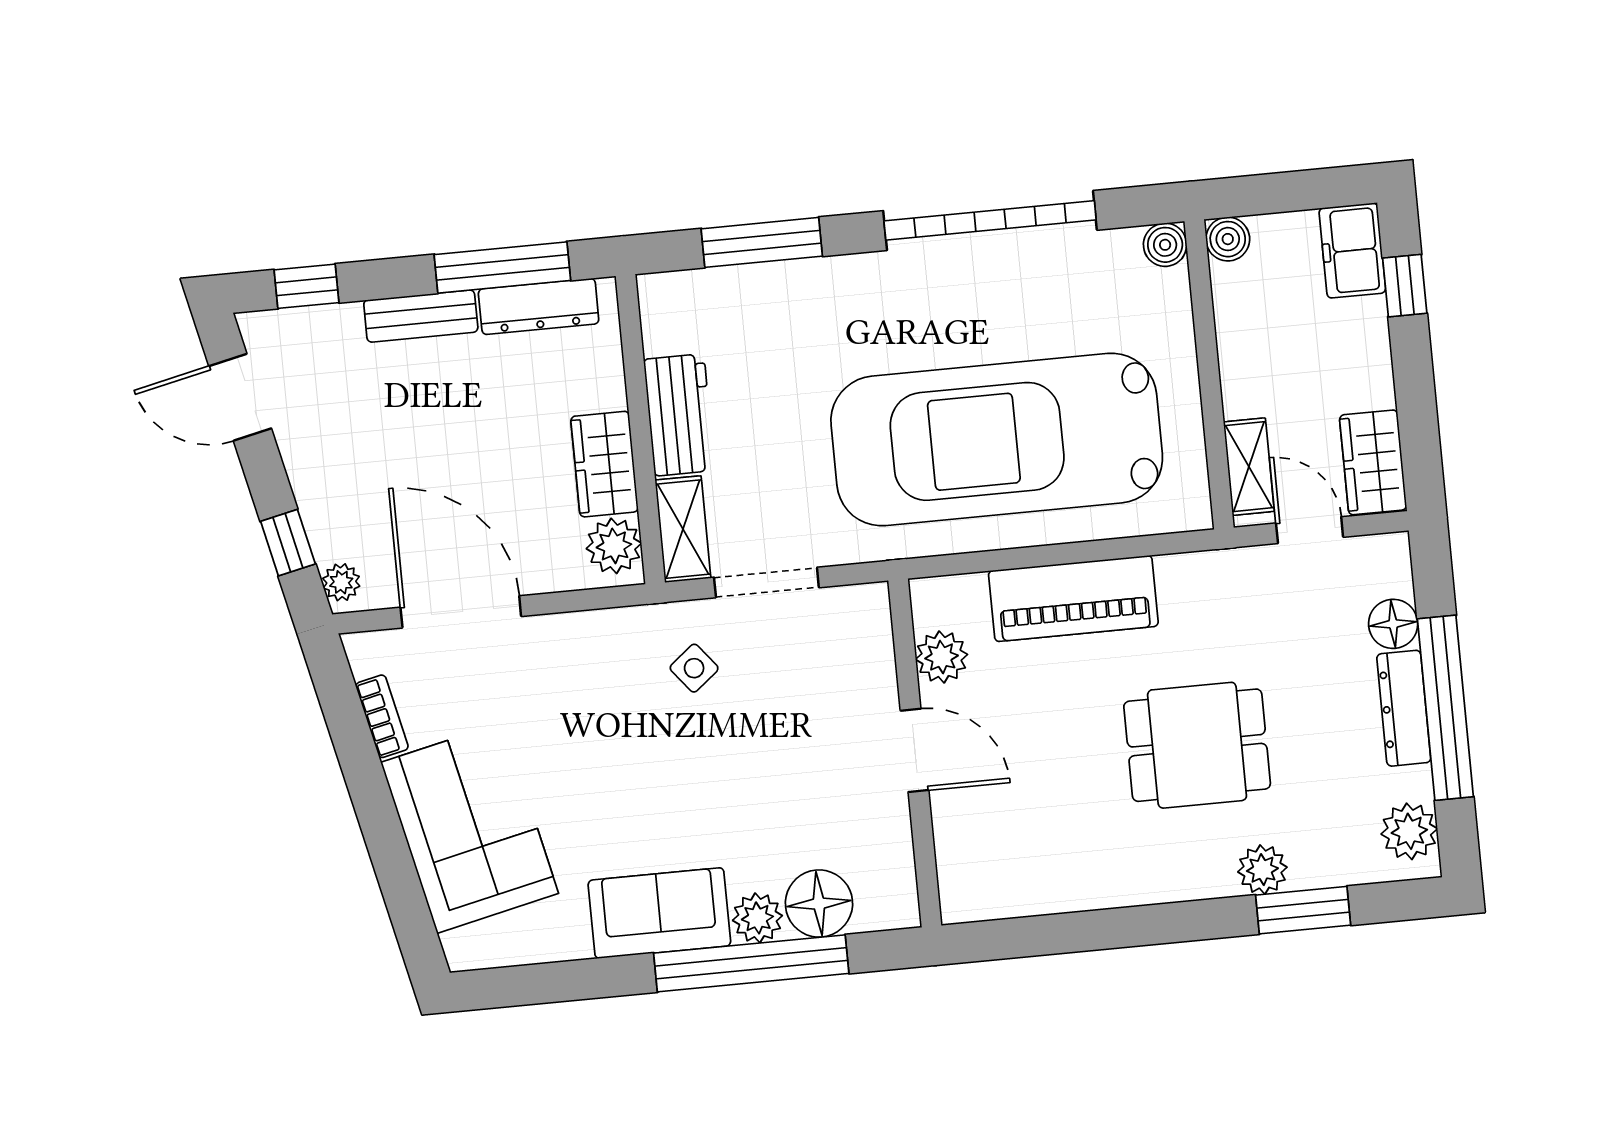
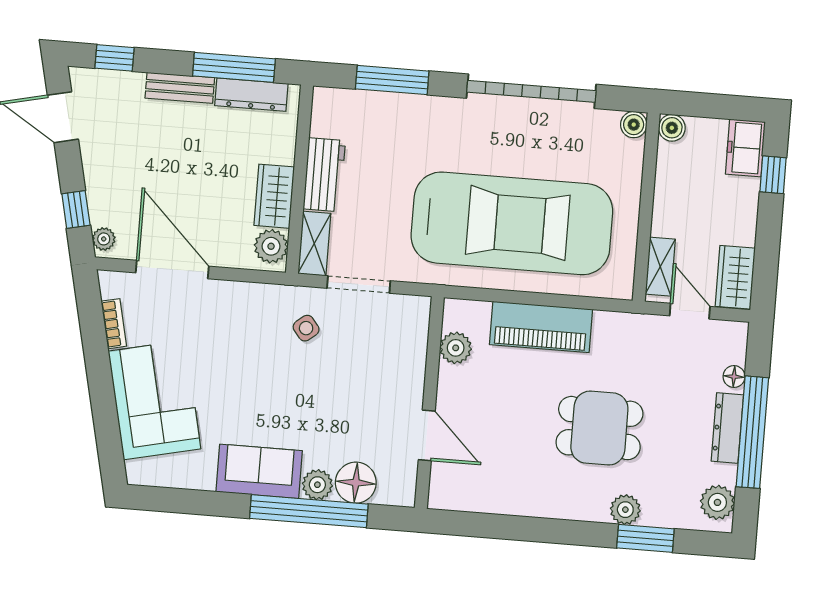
car: (997, 440) -> (512, 223), turned 180
floor lamp: (1393, 624) -> (734, 377), width x0.73, depth x0.73
door: (914, 750) -> (427, 435), moved

